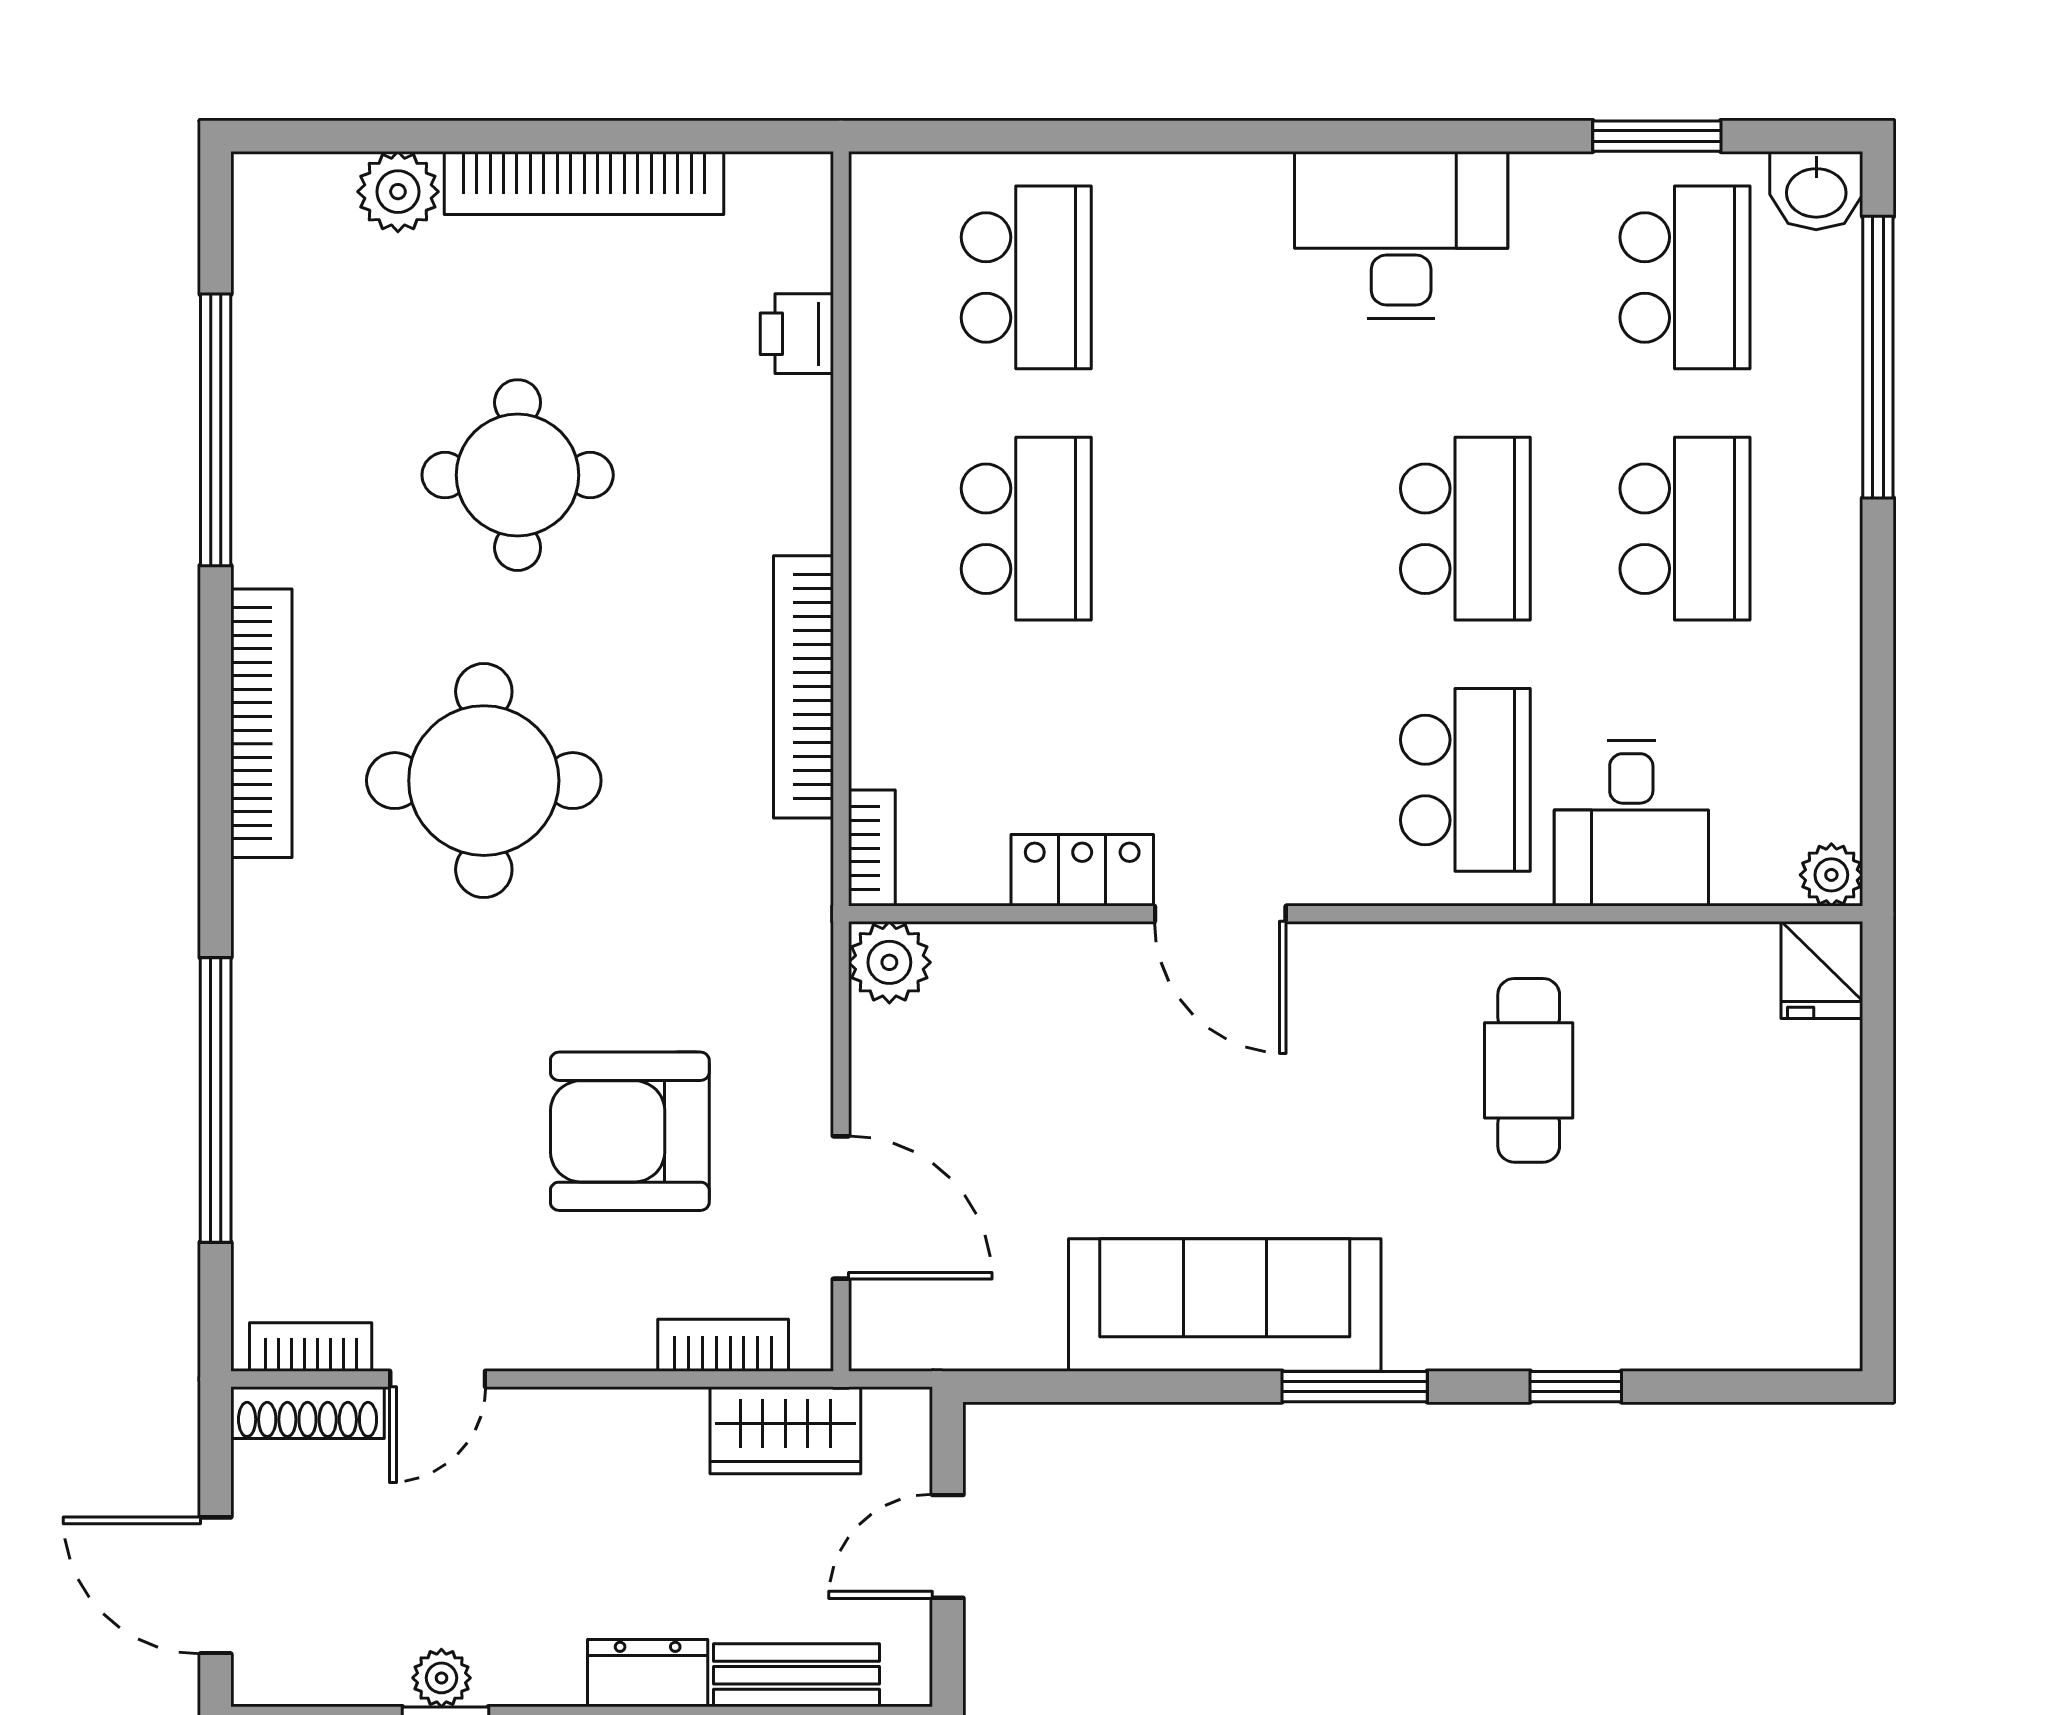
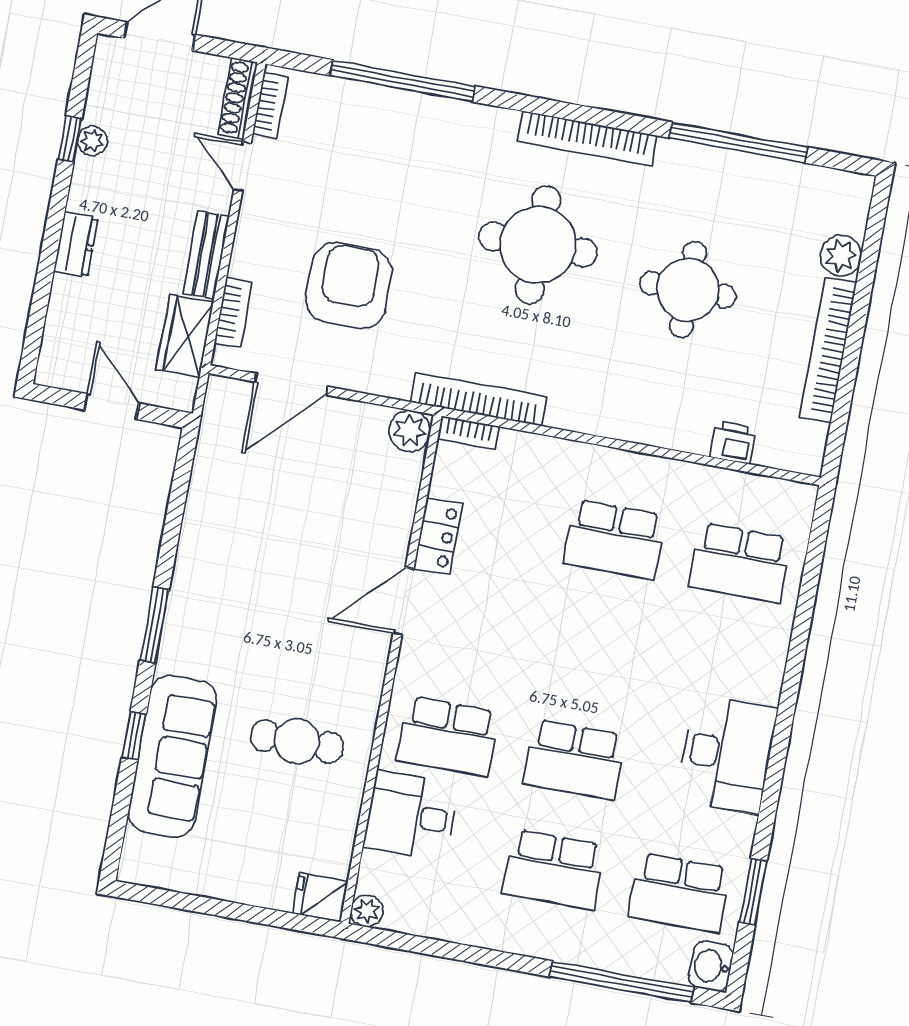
bookcase: (803, 687) -> (479, 399), moved
sofa: (1225, 1305) -> (173, 756), moved
bench: (797, 1675) -> (206, 255), moved

